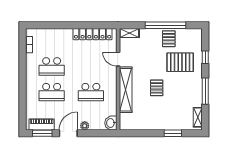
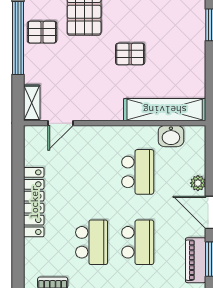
locker: (93, 34) -> (34, 202), moved
door: (118, 59) -> (60, 123), moved
shelving: (126, 90) -> (165, 110), moved
washbasin: (111, 123) -> (171, 136), moved

